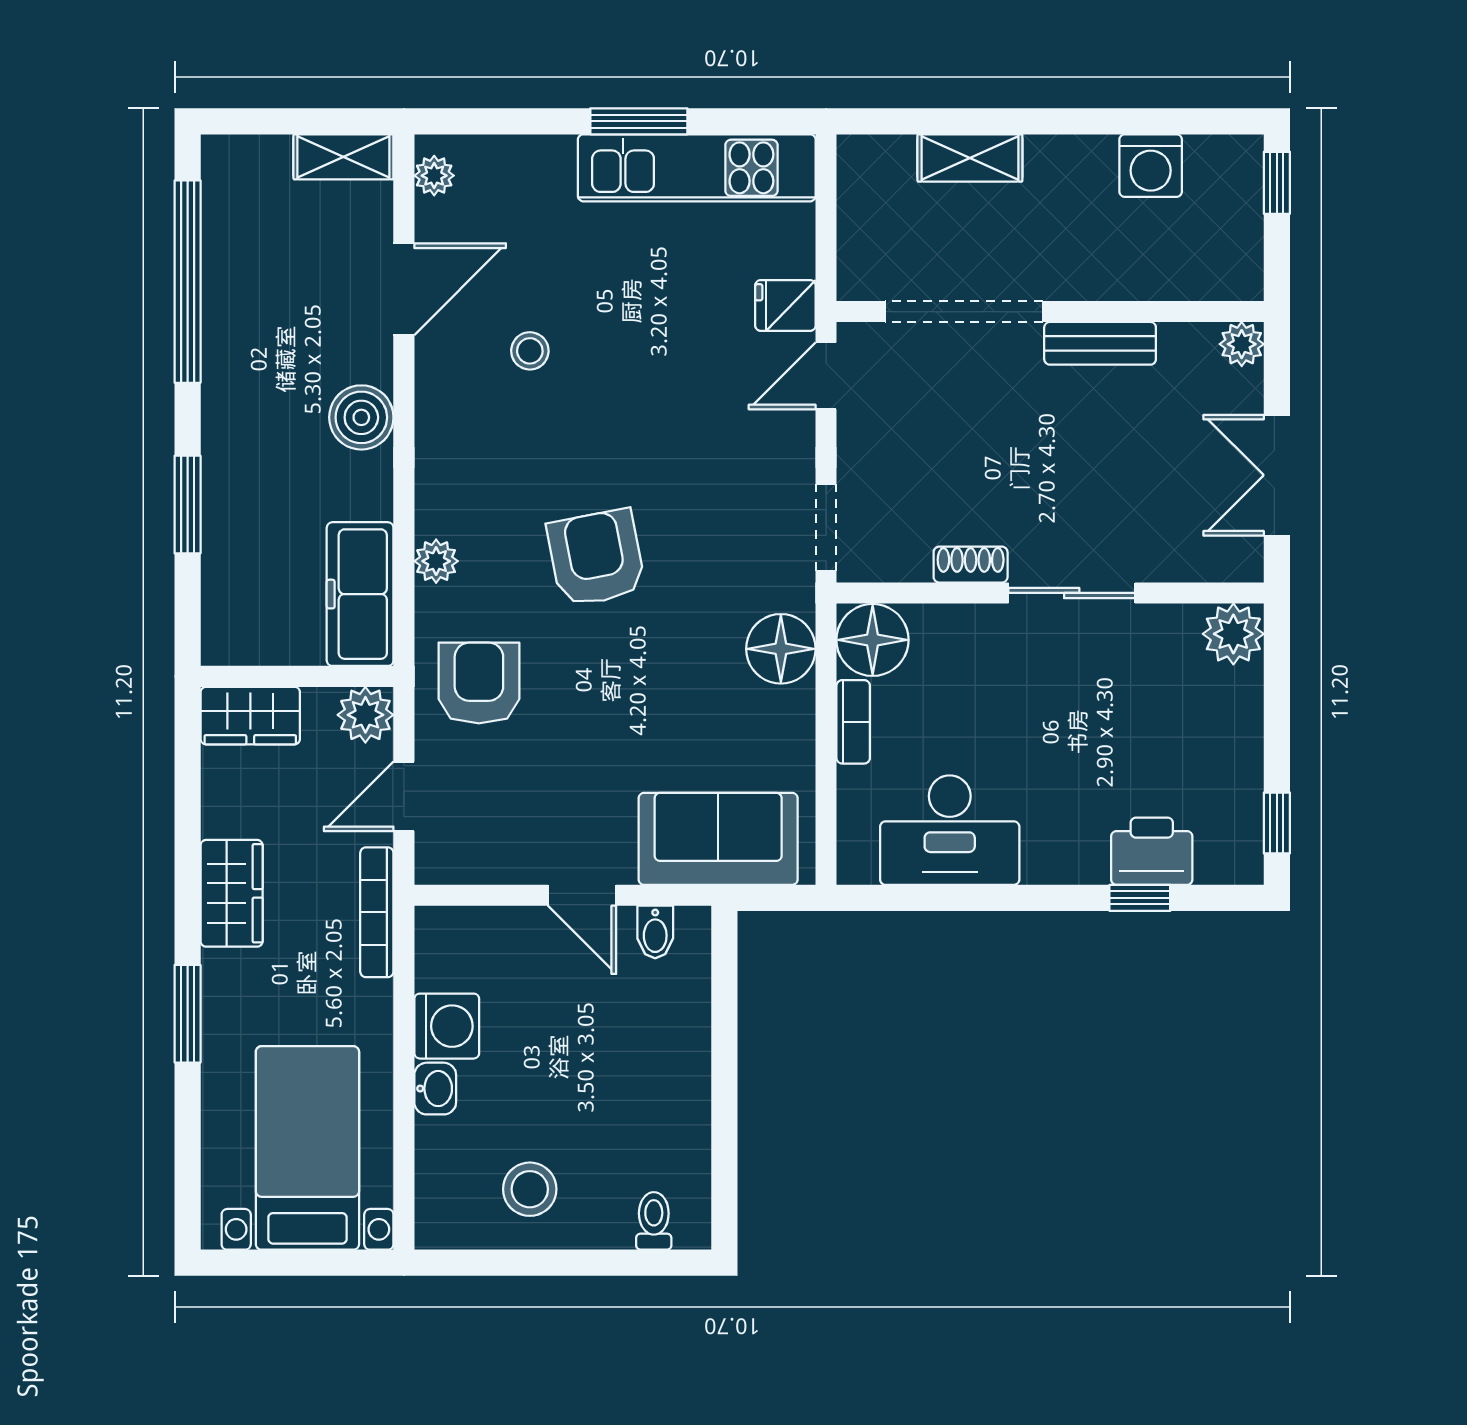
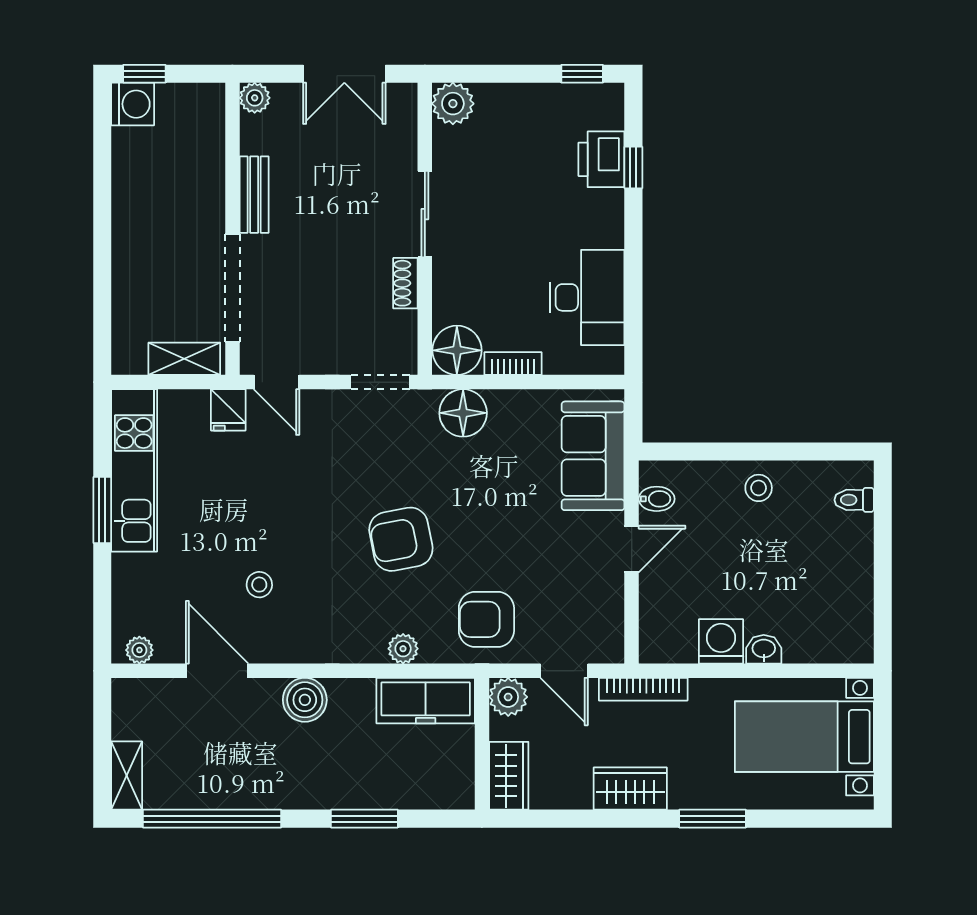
shelving: (343, 157) -> (127, 776), moved
shelving: (970, 158) -> (184, 359), moved, turned 90
washing machine: (1151, 166) -> (133, 104), moved
stool: (530, 1189) -> (759, 488), moved, width x0.73, depth x0.73

